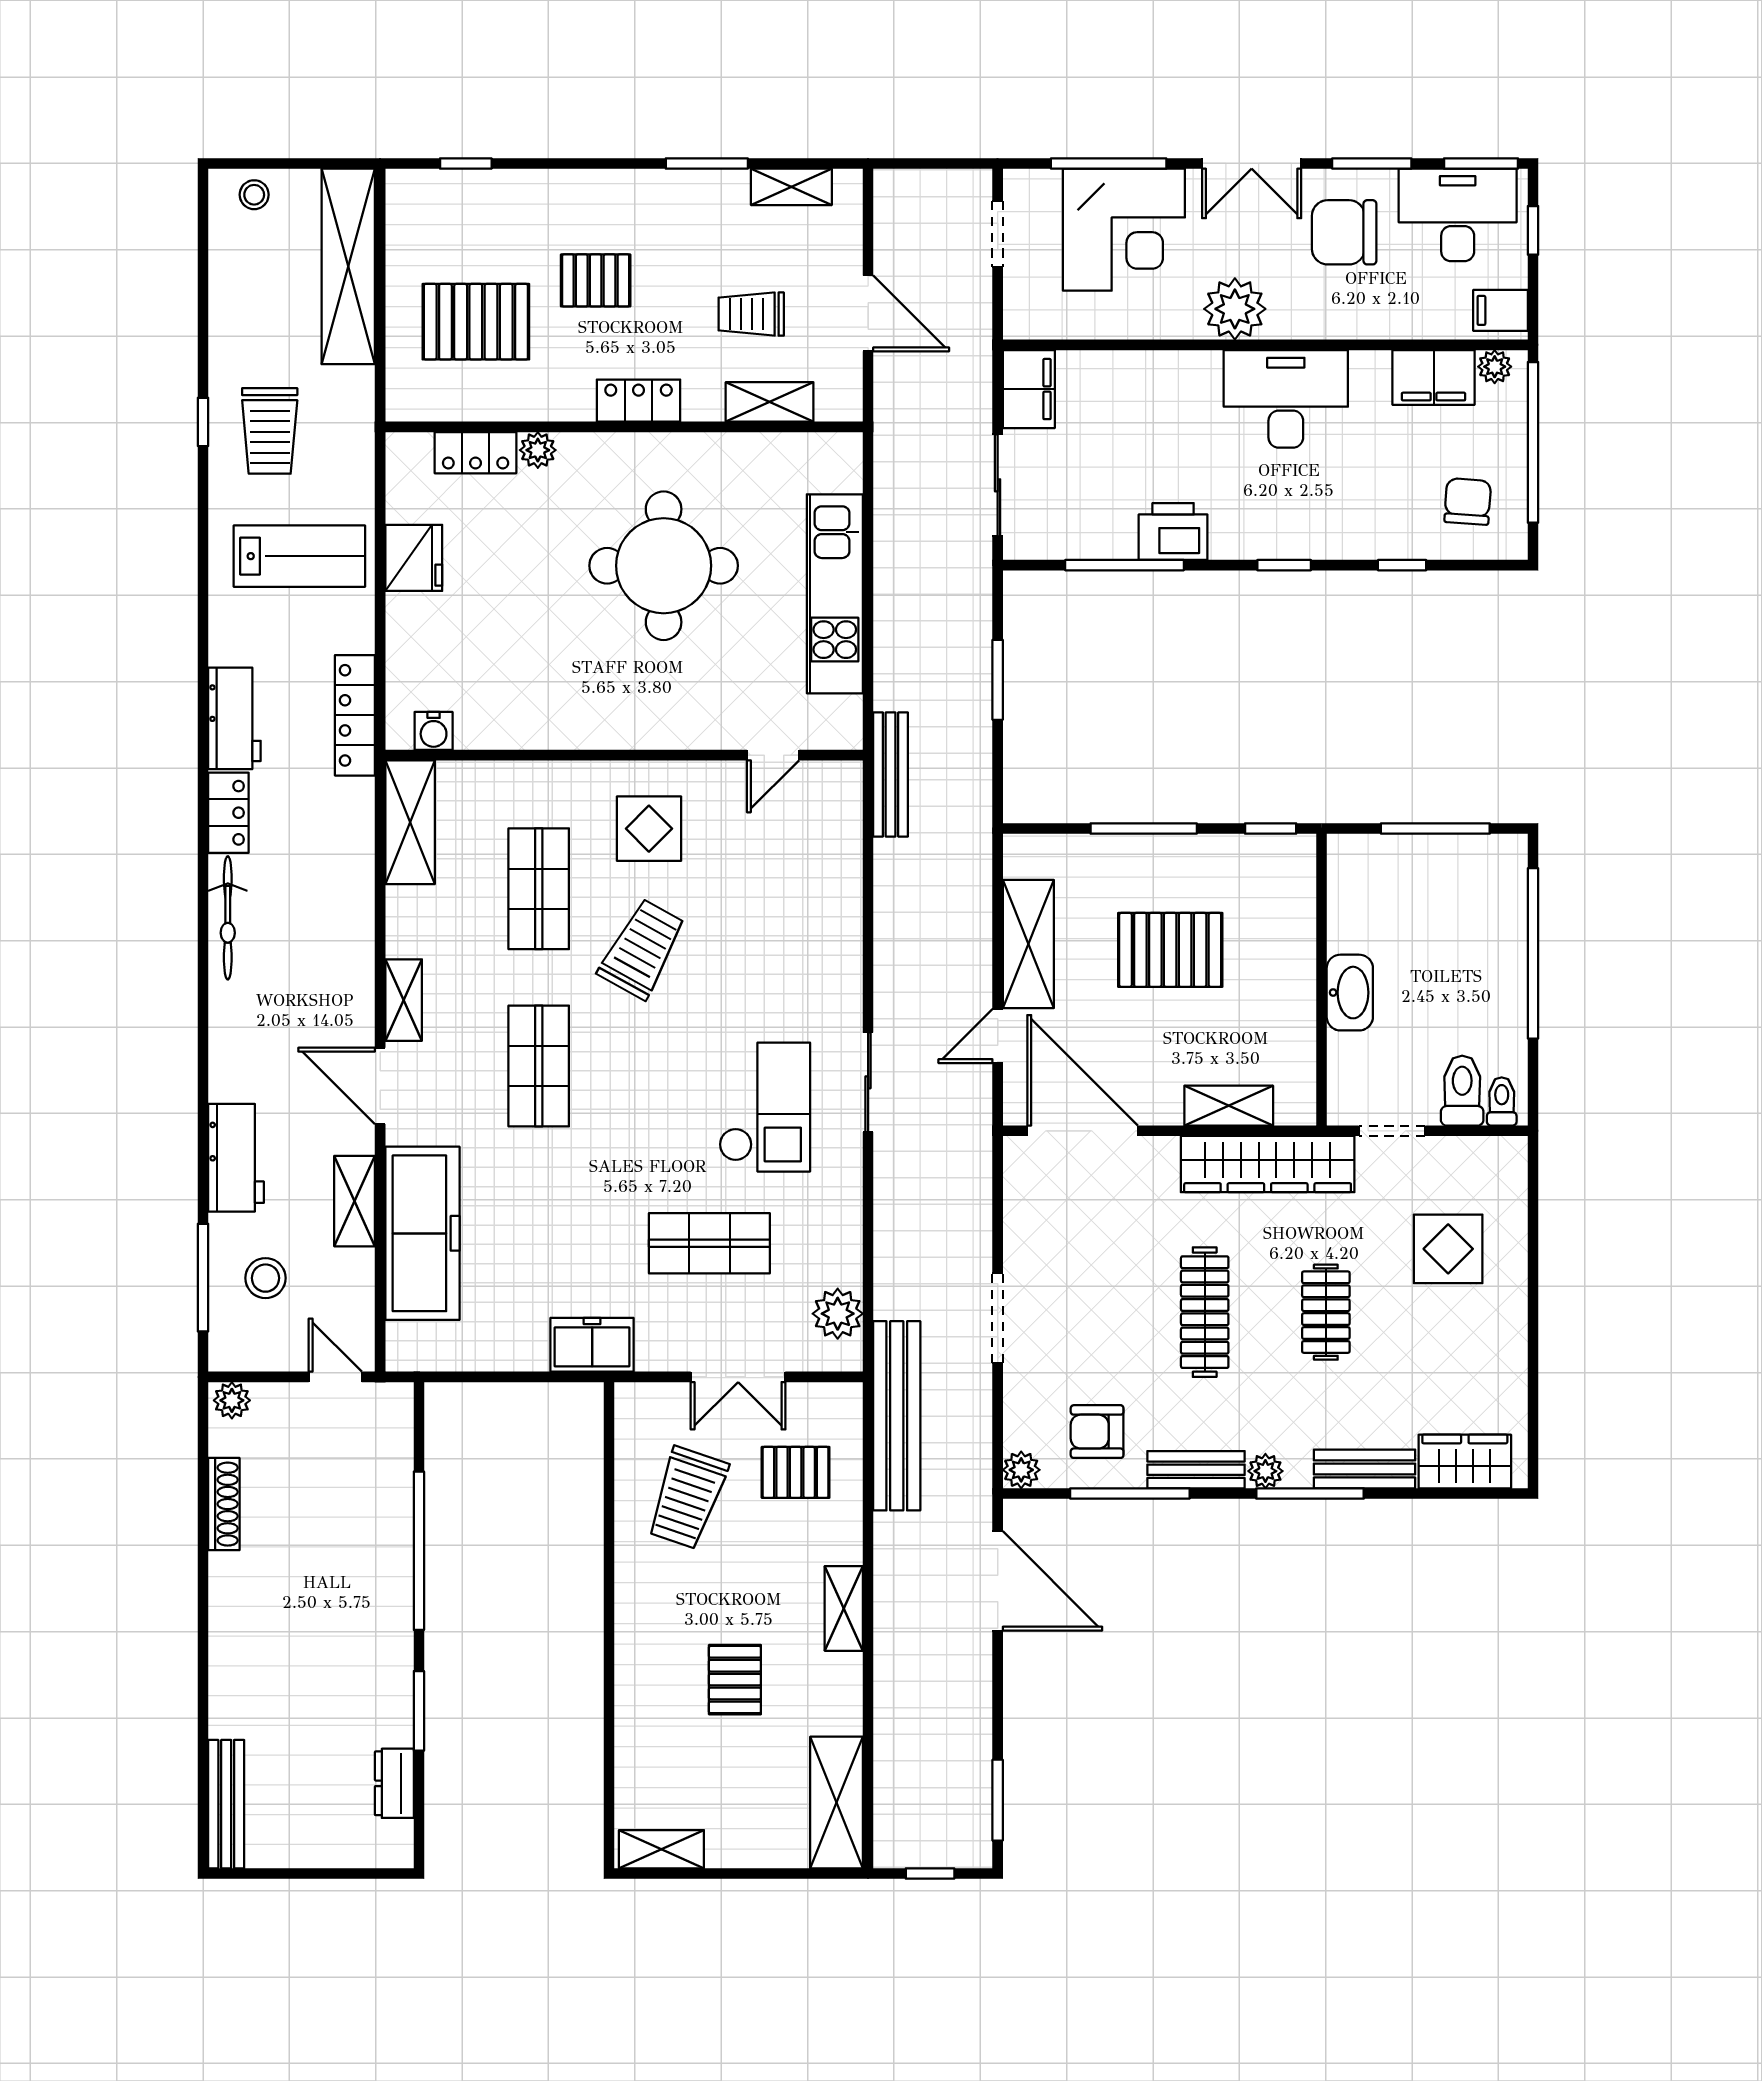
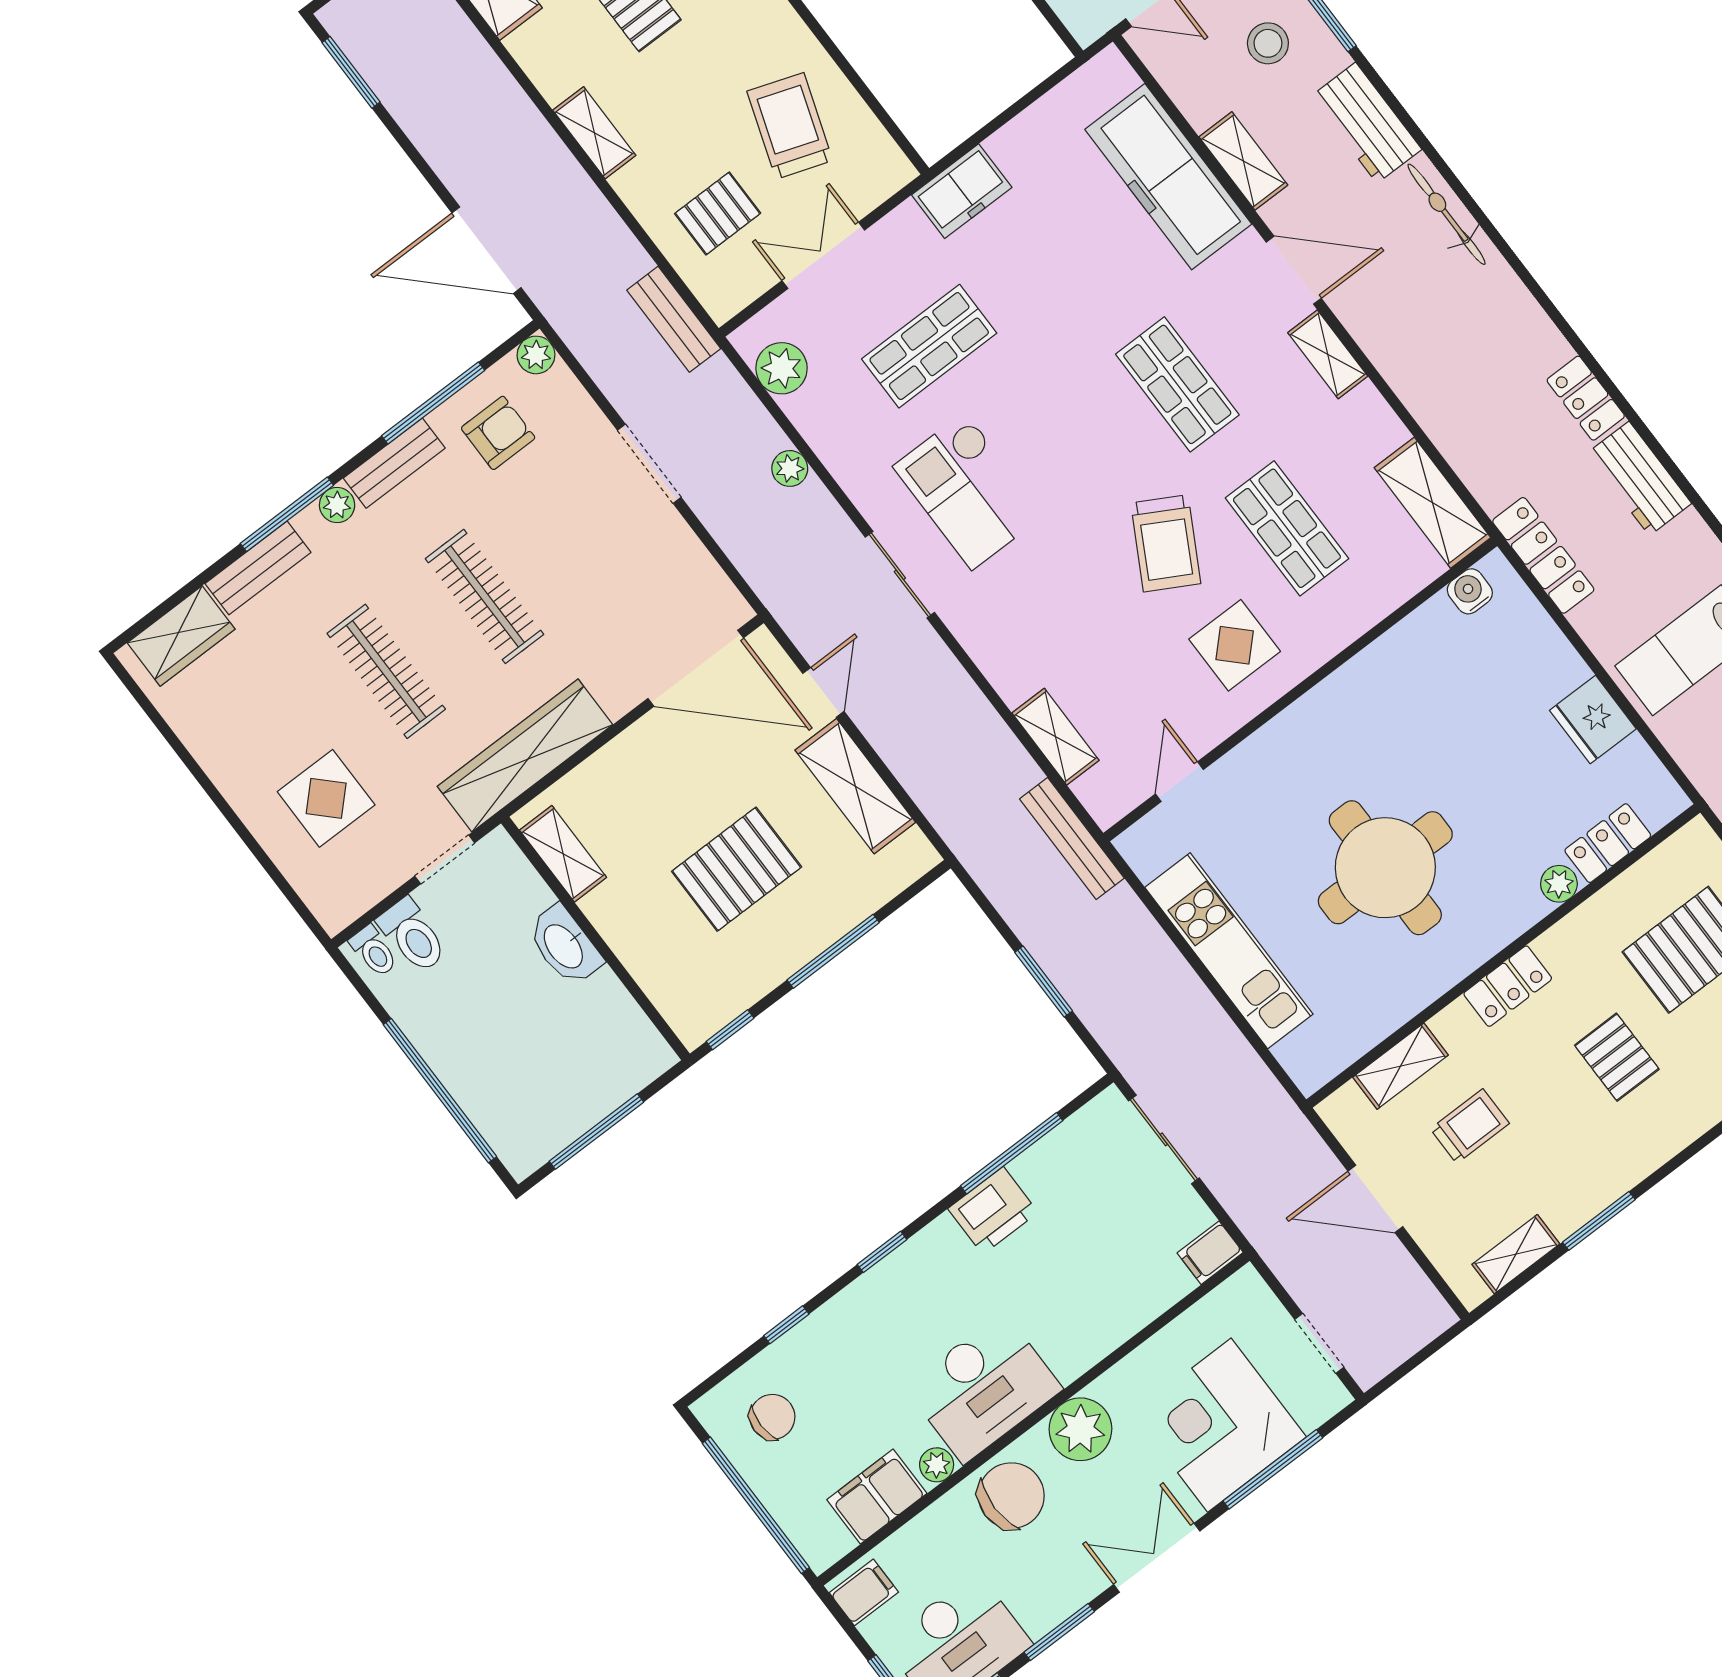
chair: (1344, 232) -> (1011, 1496), moved
pallet: (596, 280) -> (1617, 1057), turned 90
plant: (1495, 367) -> (937, 1465), moved
filing cabinet: (1029, 389) -> (1210, 1253), width x0.50
chair: (1468, 502) -> (772, 1417), turned -94
shelving: (843, 864) -> (1056, 737), added
bicycle: (228, 918) -> (1447, 214), moved
shelving: (1229, 1106) -> (563, 854), moved, turned 90
plant: (891, 1231) -> (790, 468), added
clothes rail: (1326, 1312) -> (386, 671), width x1.36
bench: (897, 1416) -> (674, 319), width x0.54, depth x0.82

